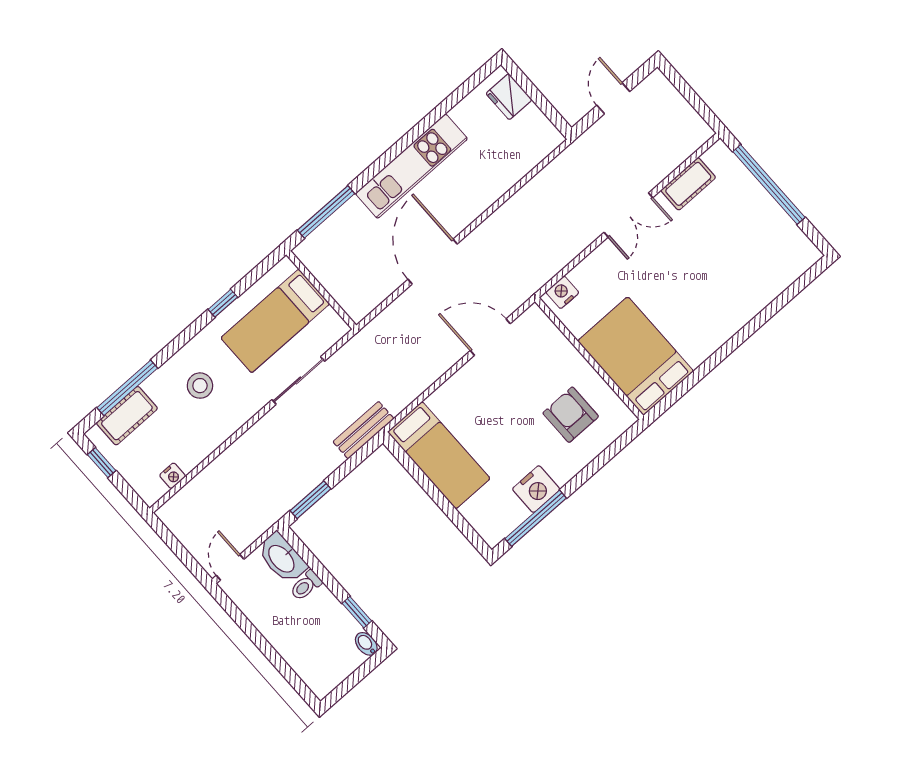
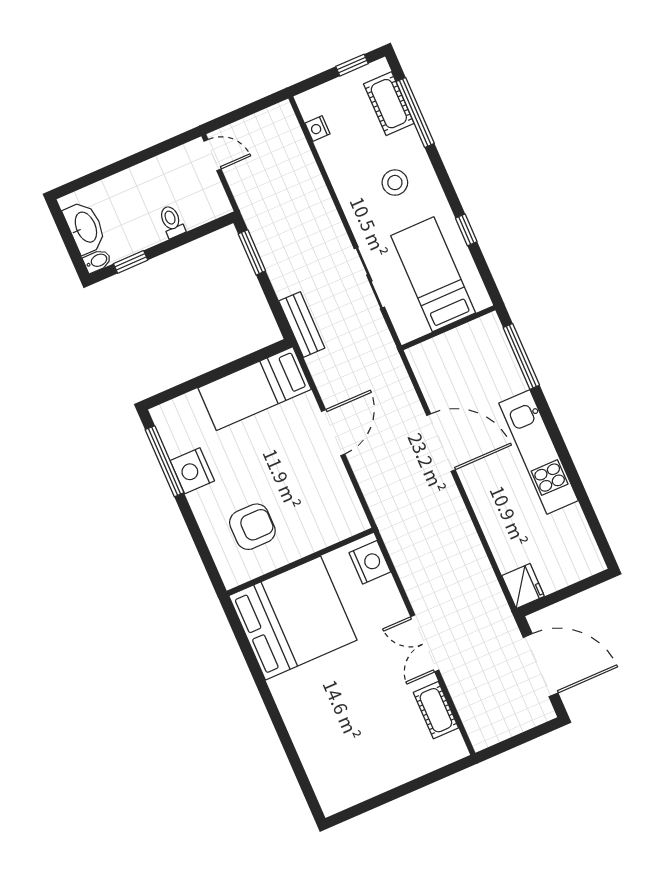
fridge: (509, 97) -> (523, 586), moved, turned 90
door: (613, 98) -> (541, 665), width x1.87
window: (769, 184) -> (410, 787), removed
nightstand: (562, 292) -> (370, 562), width x1.36, depth x1.33
door: (490, 337) -> (333, 433), moved
bed: (636, 356) -> (293, 618), width x1.36
washbasin: (282, 558) -> (85, 227), moved, turned 90

